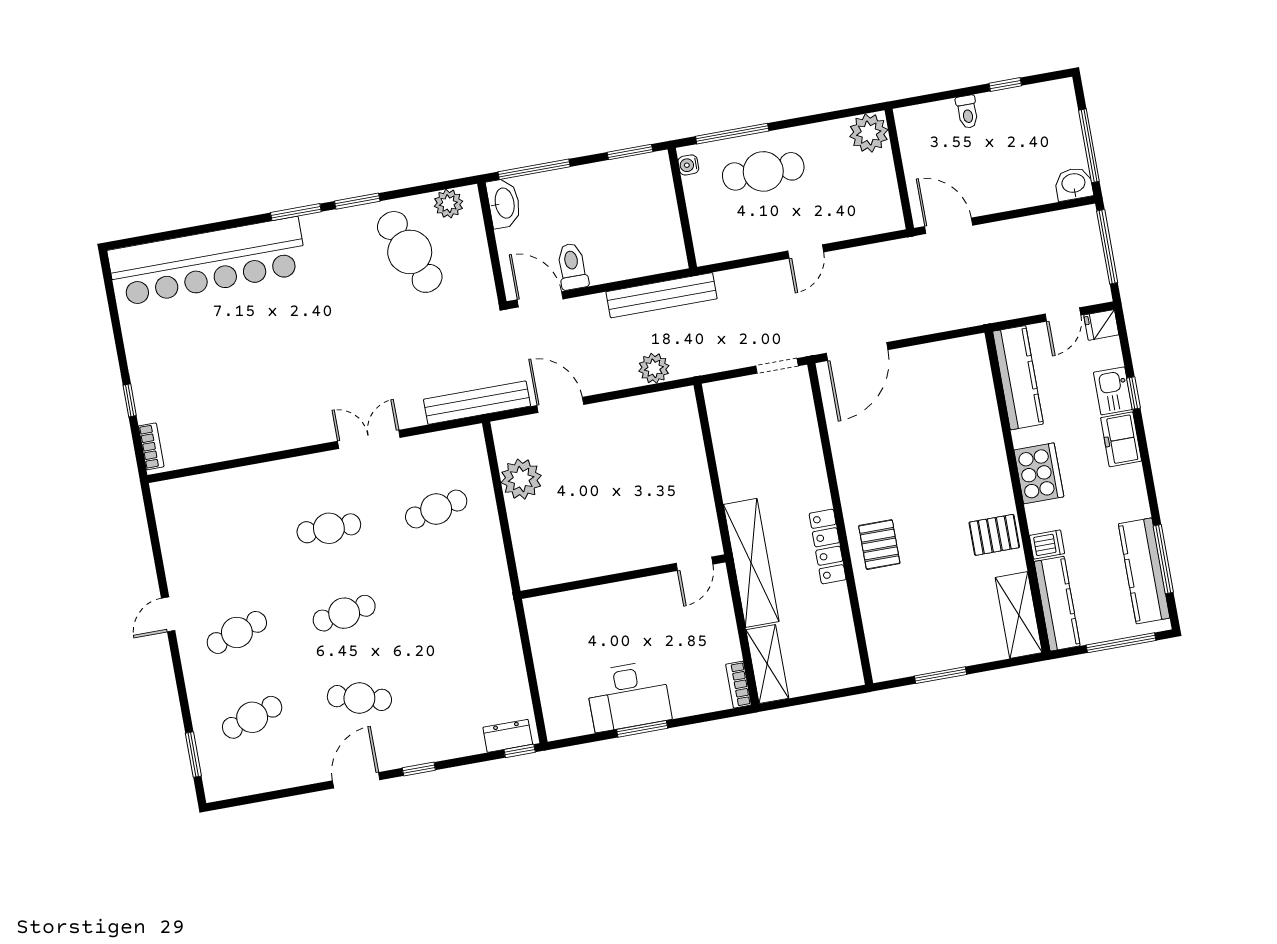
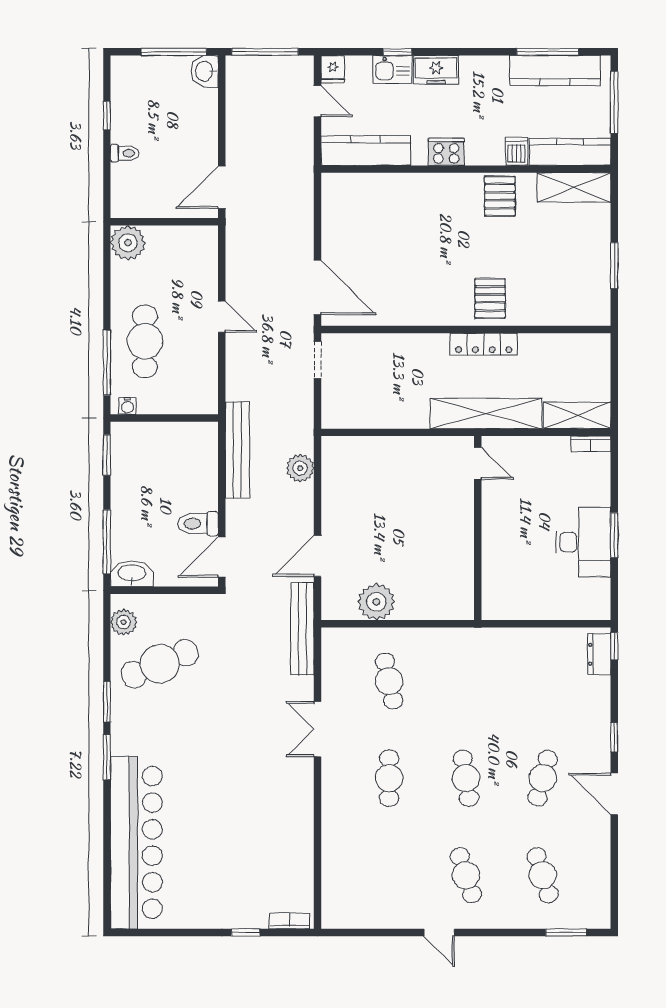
cooker: (1039, 473) -> (446, 152), width x0.73, depth x0.76
pallet: (879, 545) -> (490, 298), turned 90

